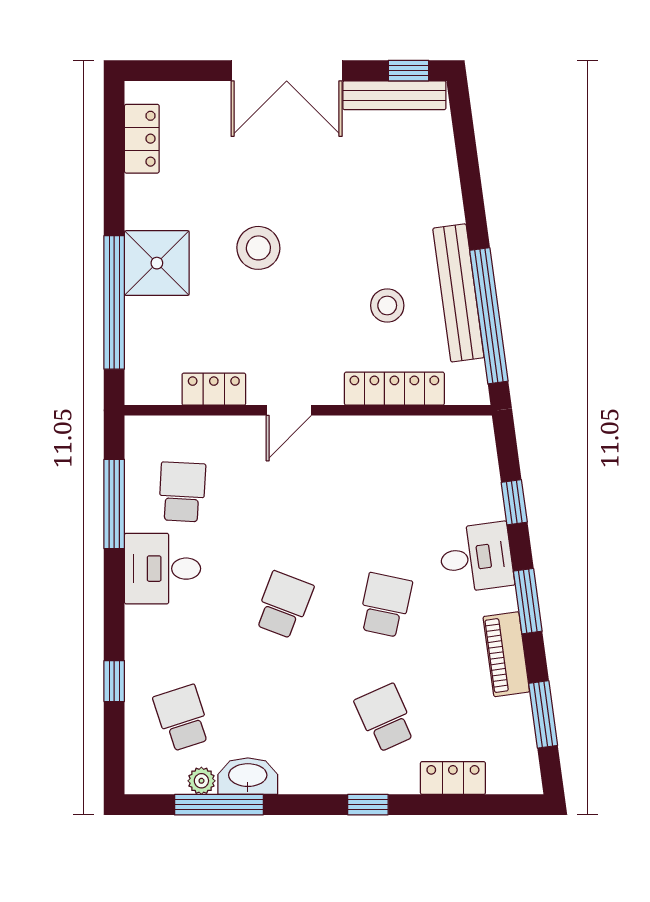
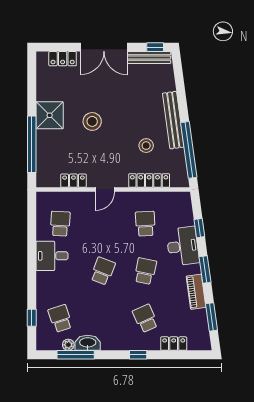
locker: (142, 139) -> (63, 59), moved, turned 90
shower: (157, 263) -> (50, 115), moved
bench: (458, 293) -> (173, 120), moved
school desk: (385, 492) -> (145, 224), added
window: (114, 504) -> (32, 229), removed
desk: (476, 558) -> (183, 246), width x1.37
window: (114, 681) -> (32, 318), moved

